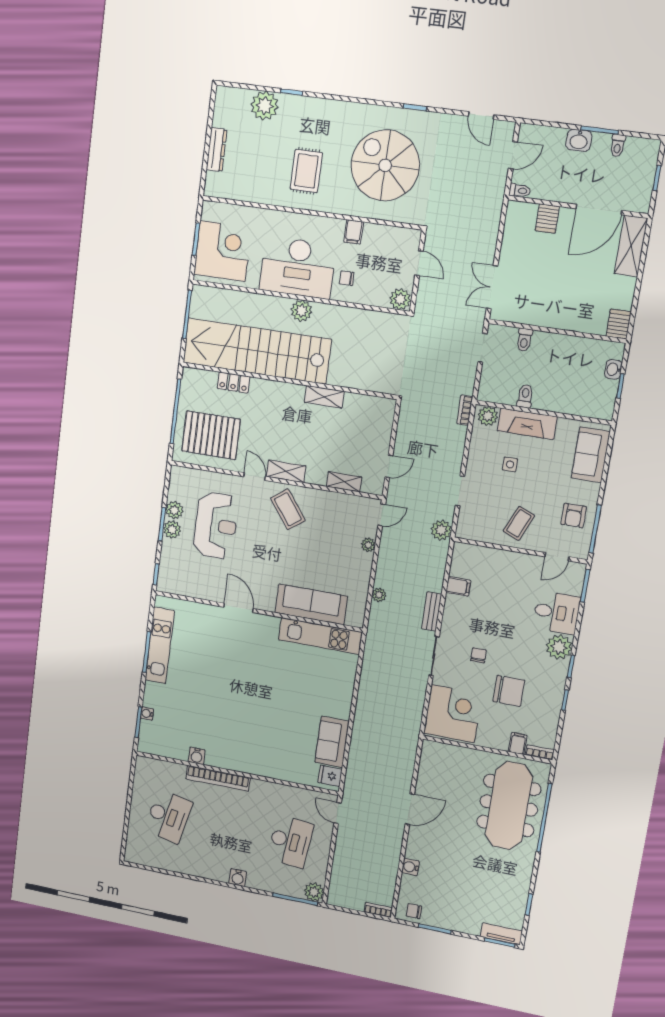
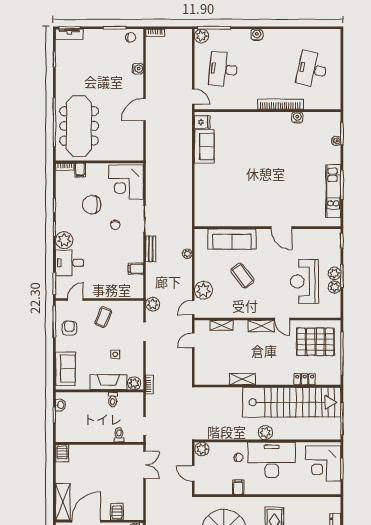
washbasin: (613, 369) -> (60, 405), moved
coffee table: (288, 509) -> (242, 275), moved
plant: (368, 545) -> (203, 290), width x1.88, depth x1.88
kitchen unit: (320, 636) -> (223, 218), removed

